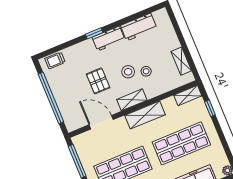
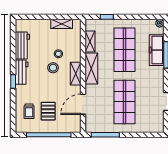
trolley: (55, 60) -> (29, 111), moved
pallet: (98, 81) -> (48, 111), moved, turned 90
shelving: (188, 95) -> (90, 41), moved

